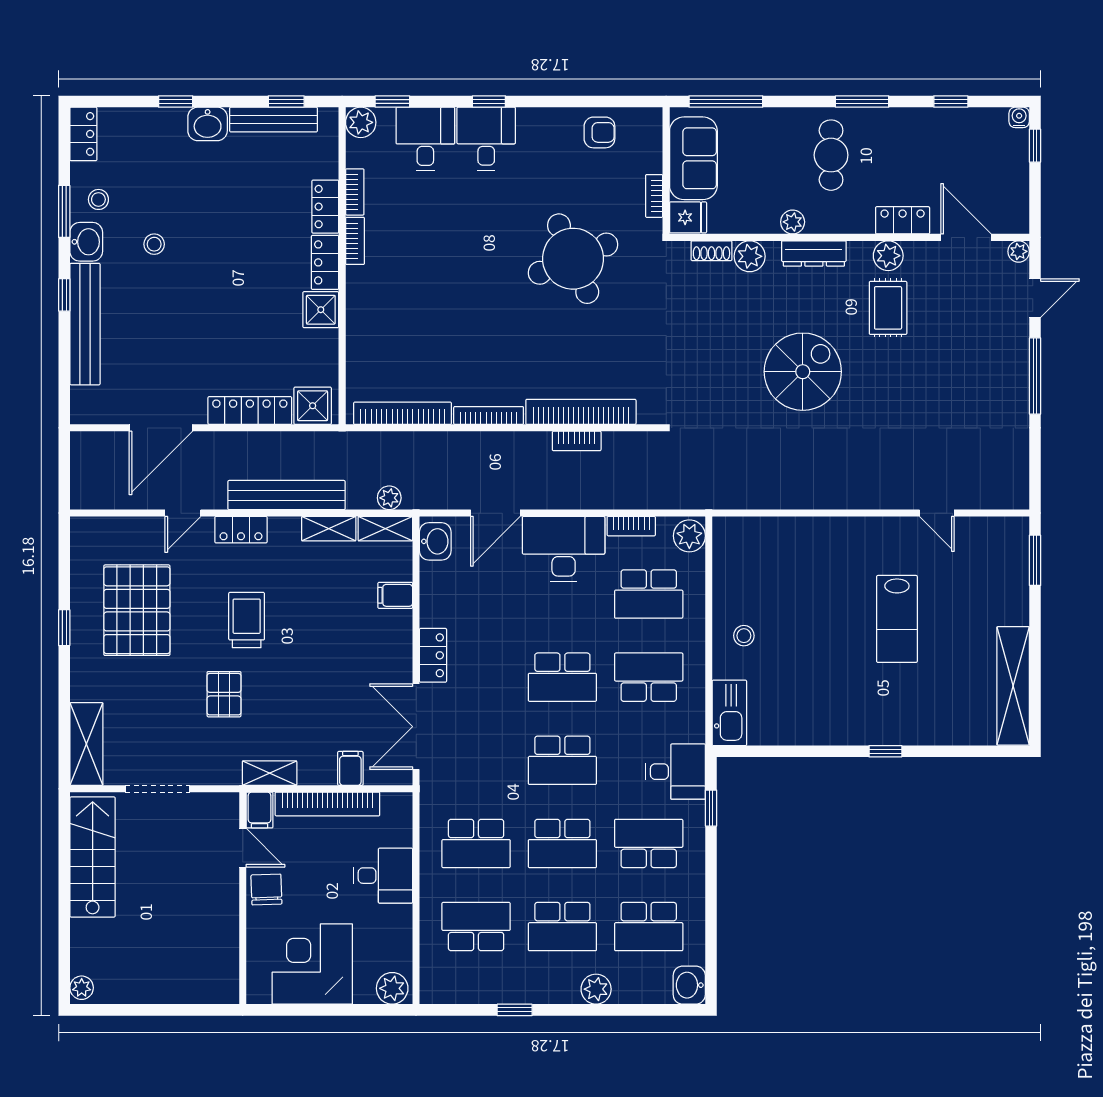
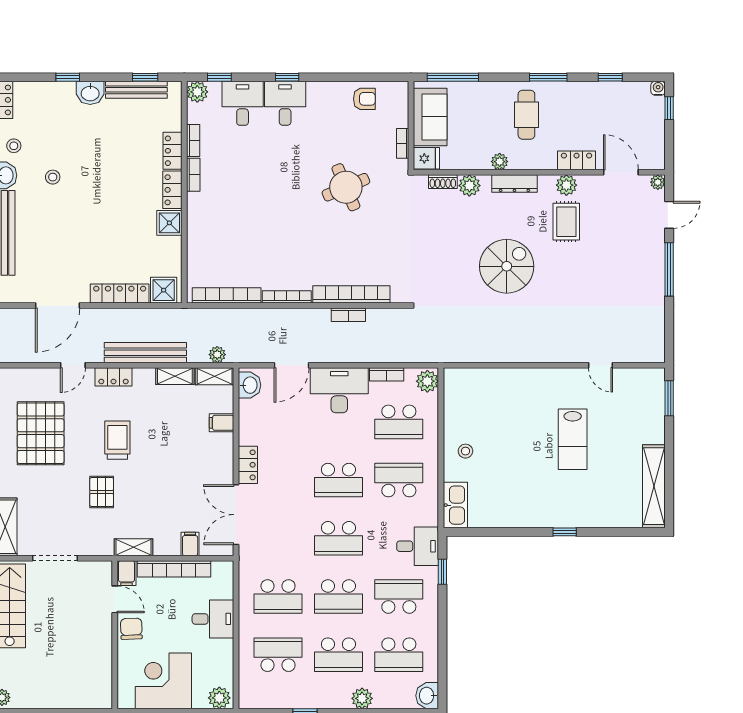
round table: (573, 259) -> (346, 187), width x0.73, depth x0.73

